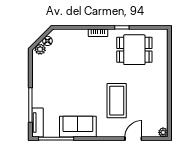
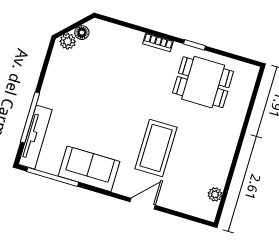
tv unit: (37, 123) -> (35, 137), width x1.41
plant: (163, 132) -> (215, 194), moved
door: (133, 139) -> (143, 204), moved

